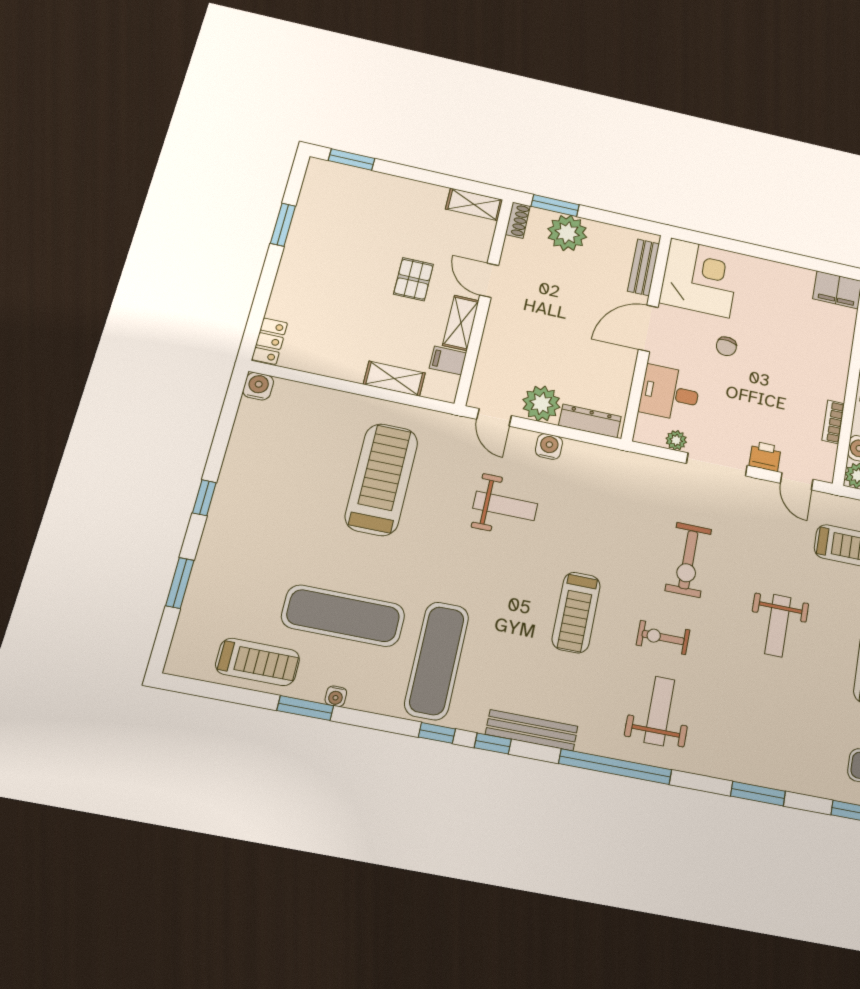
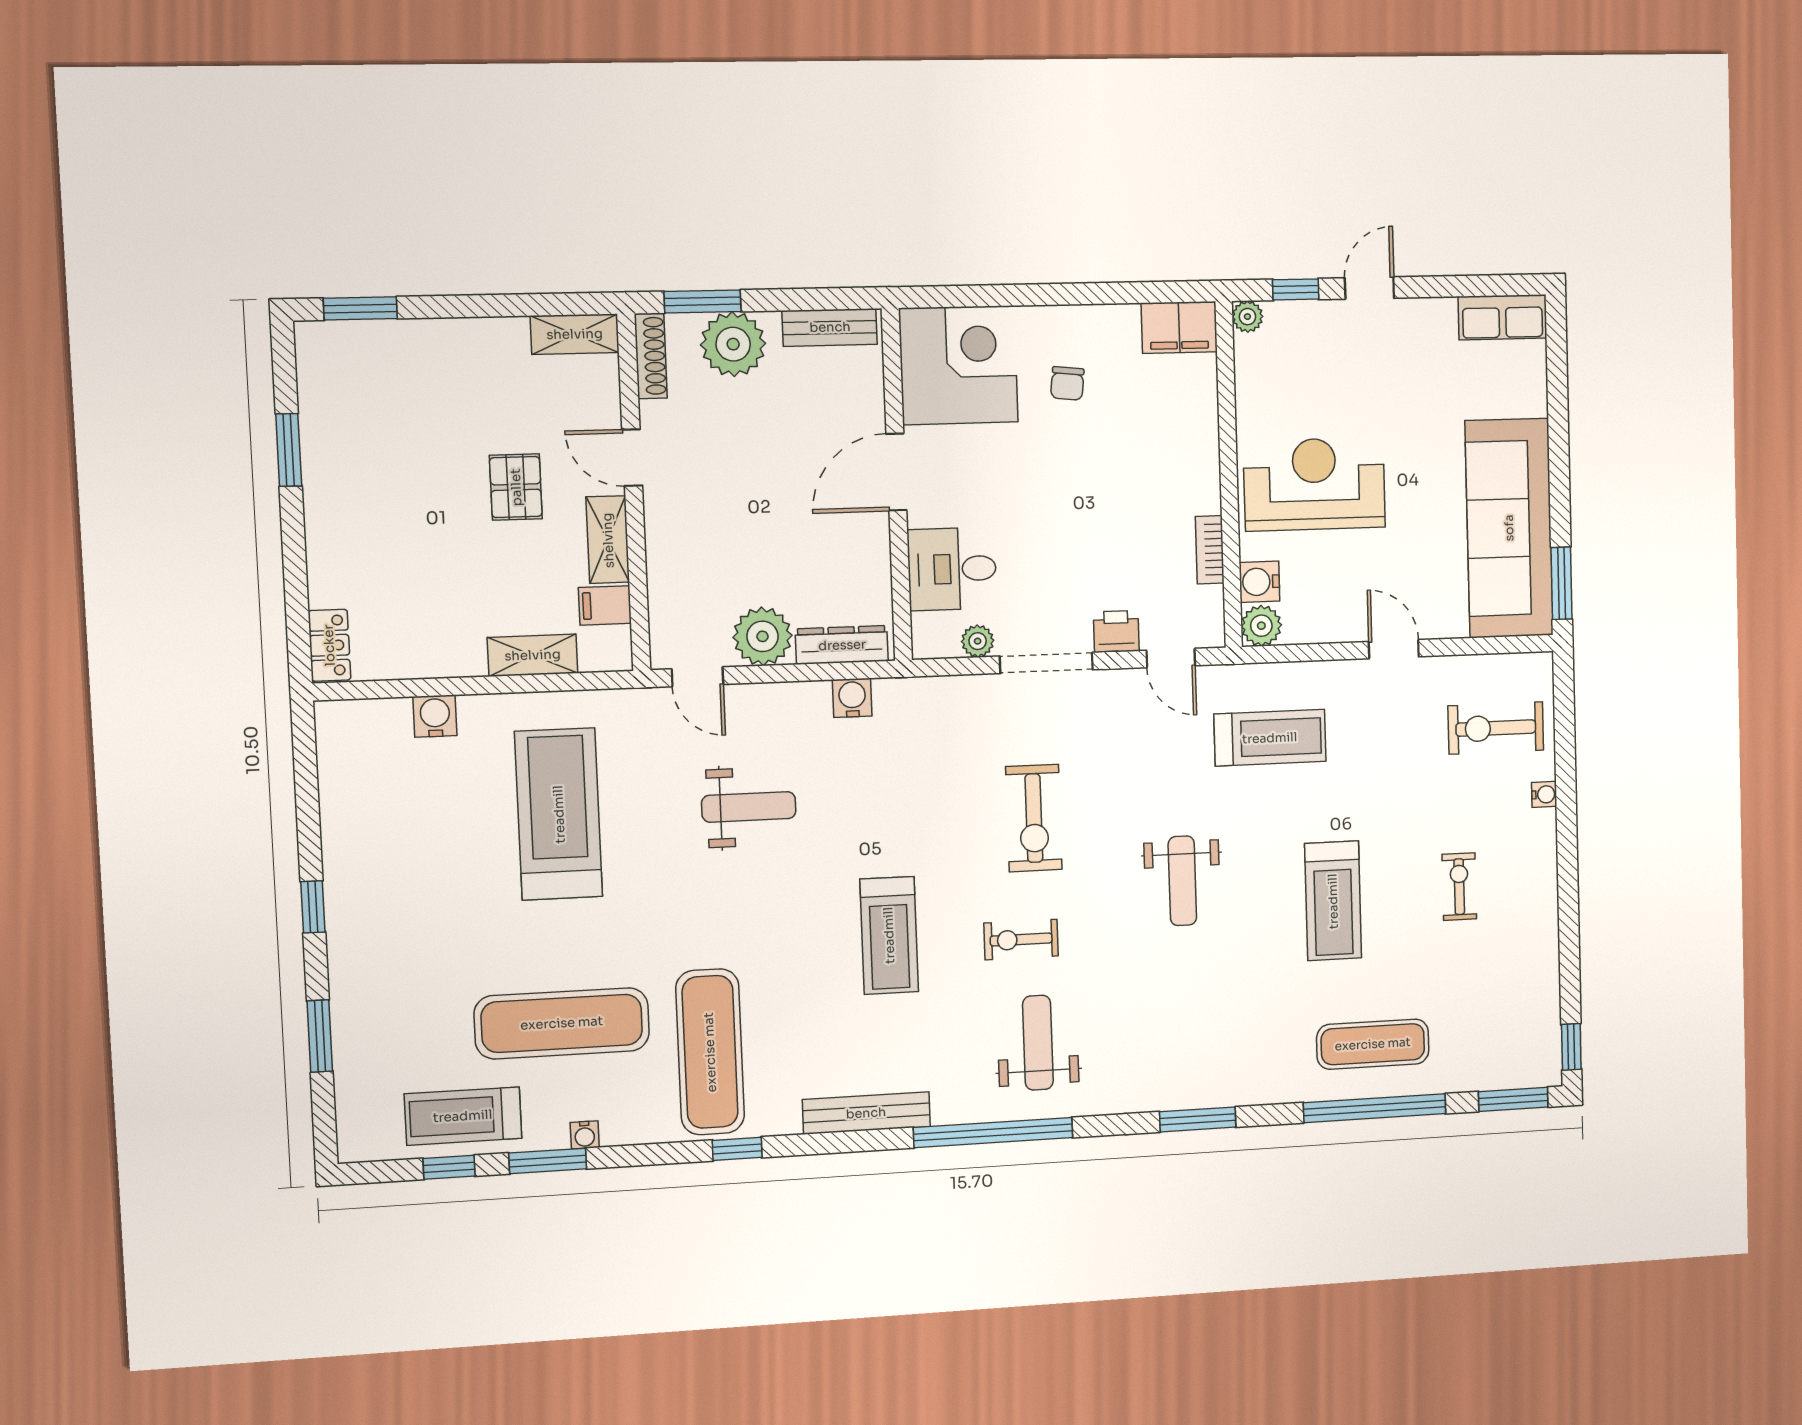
shoe rack: (518, 220) -> (651, 356), width x1.43
bench: (644, 267) -> (830, 327), moved, turned 90
chair: (726, 346) -> (1067, 383), moved
water cooler: (258, 386) -> (435, 716), moved
water cooler: (549, 446) -> (852, 698), moved
treadmill: (258, 662) -> (463, 1116), turned 180
window: (493, 744) -> (449, 1167), moved

